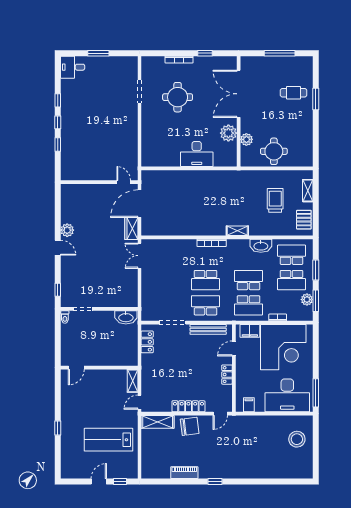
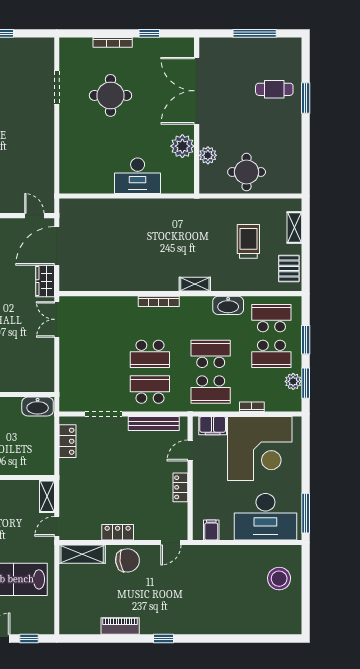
locker: (188, 406) -> (118, 532), width x0.66

